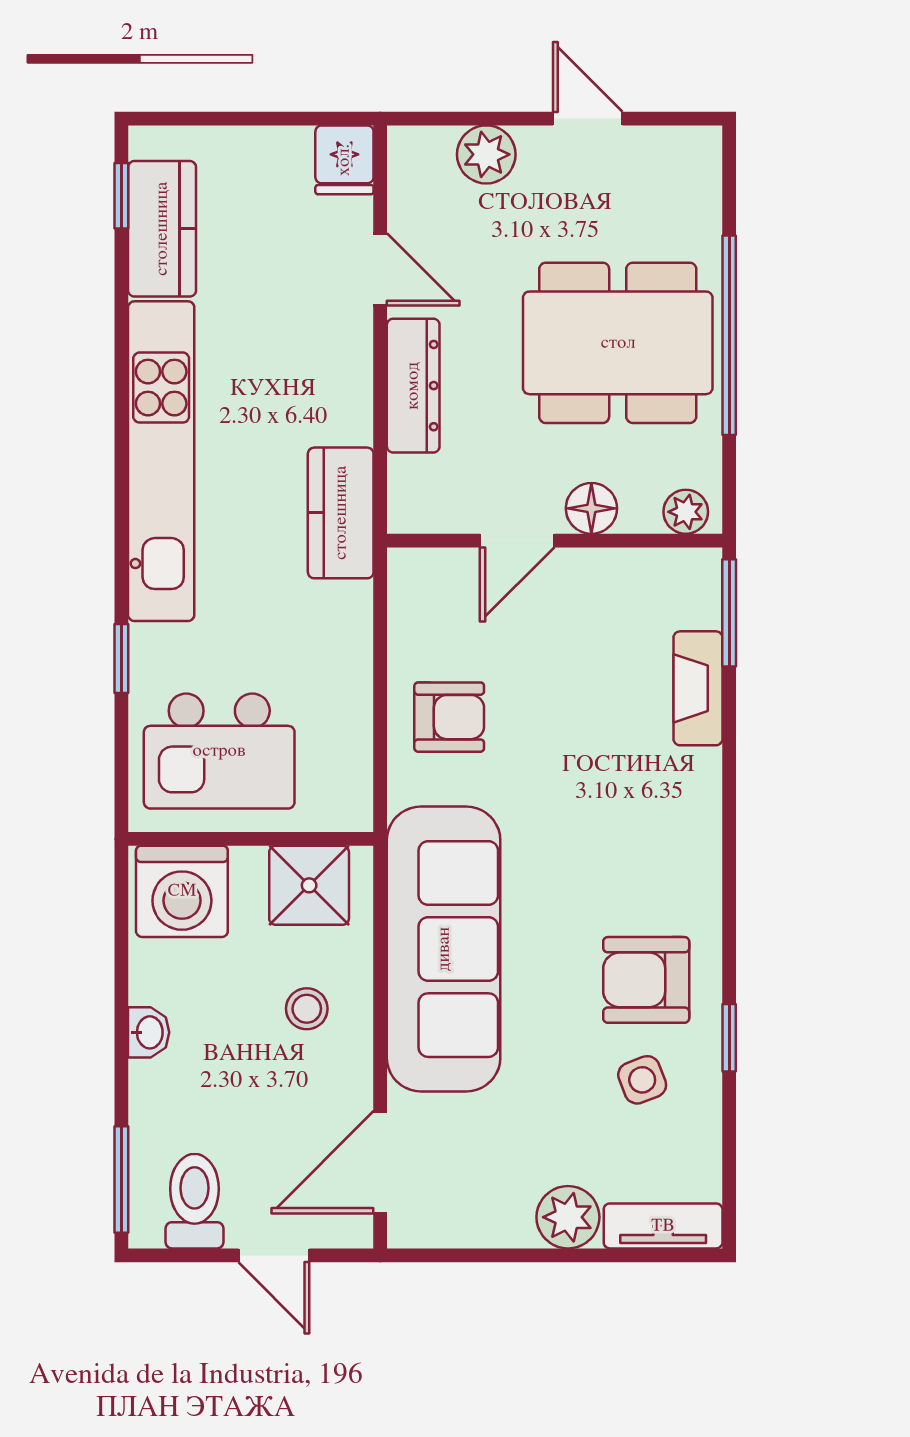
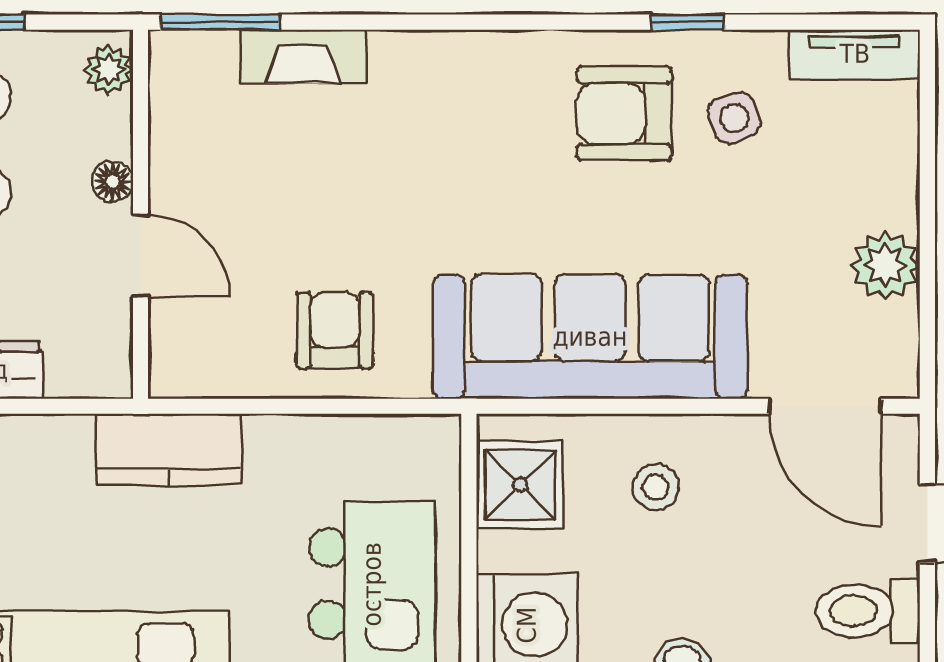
floor lamp: (591, 508) -> (113, 181), width x0.73, depth x0.73
kitchen counter: (341, 513) -> (169, 450), moved
armchair: (646, 980) -> (624, 113), turned 90
plant: (568, 1217) -> (885, 265), moved
tv unit: (663, 1226) -> (855, 54), moved, turned -90

